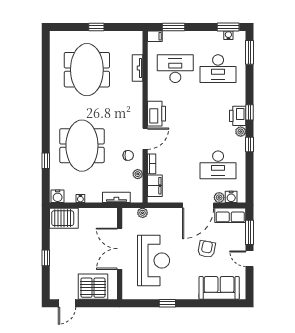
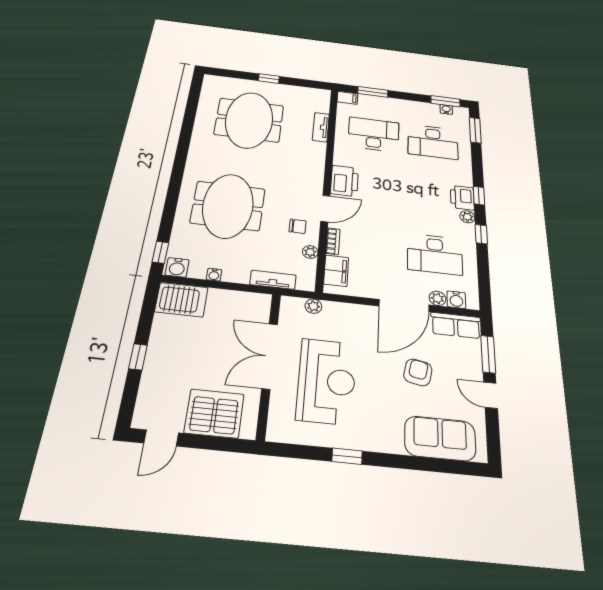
window: (46, 161) -> (160, 252), moved

